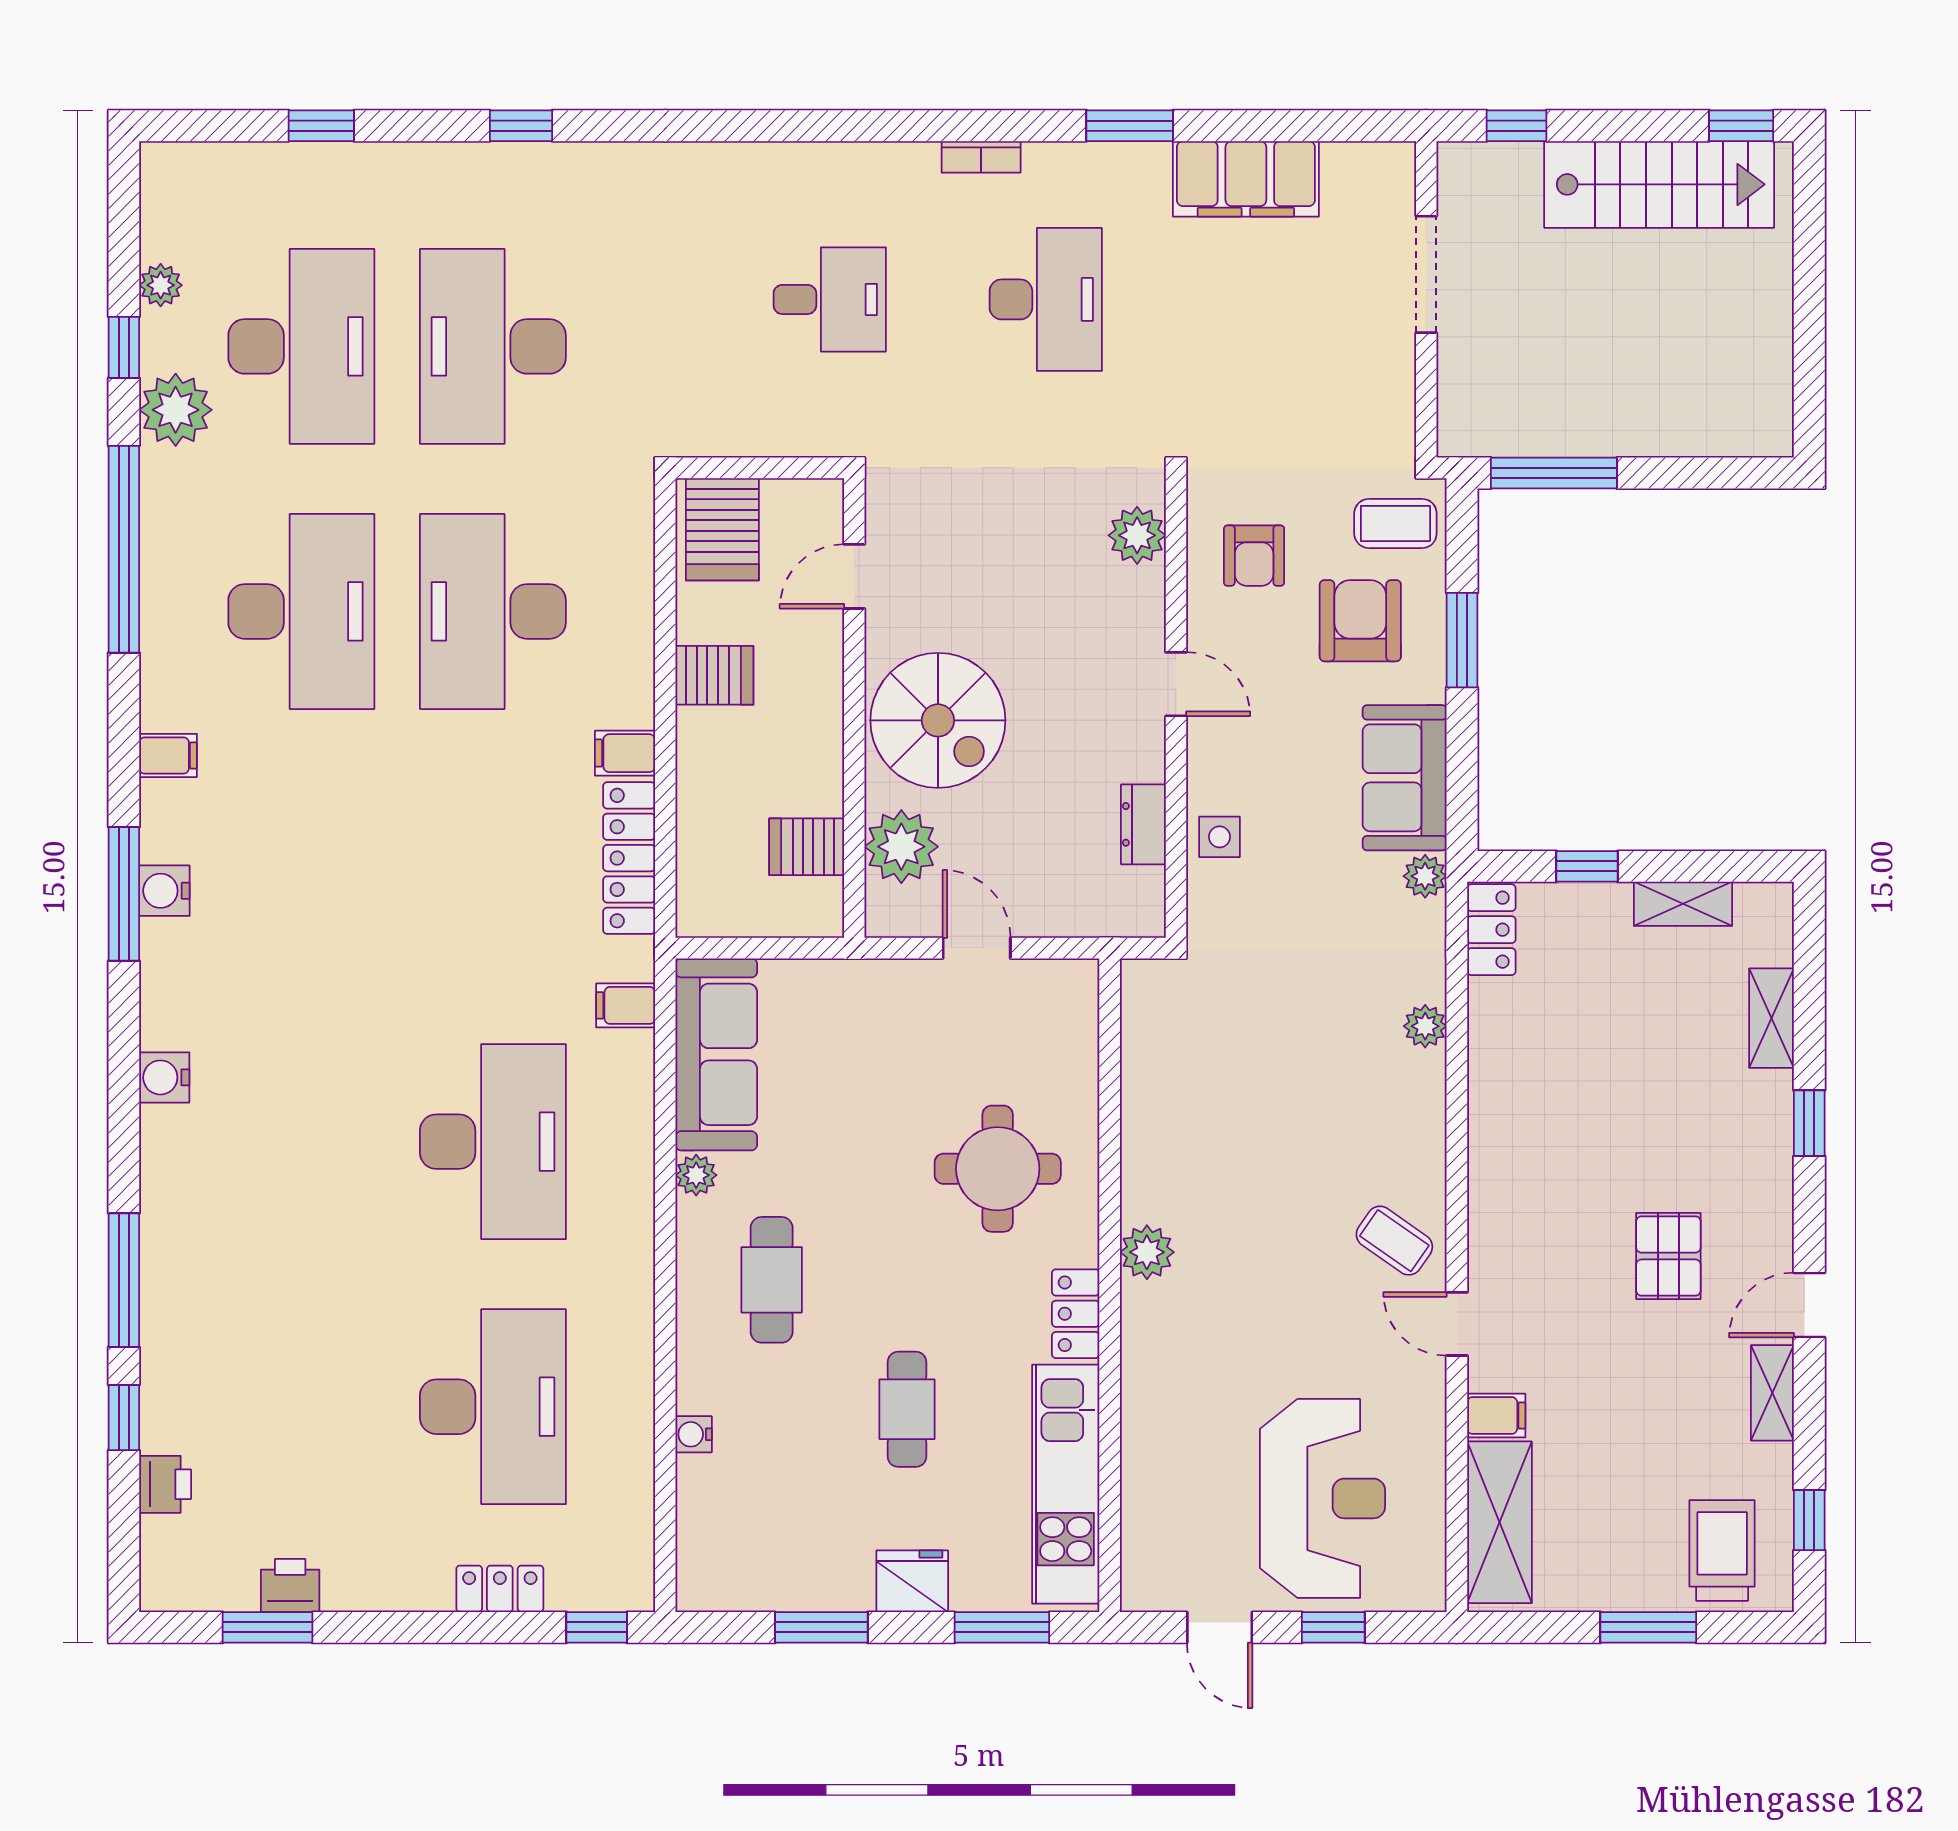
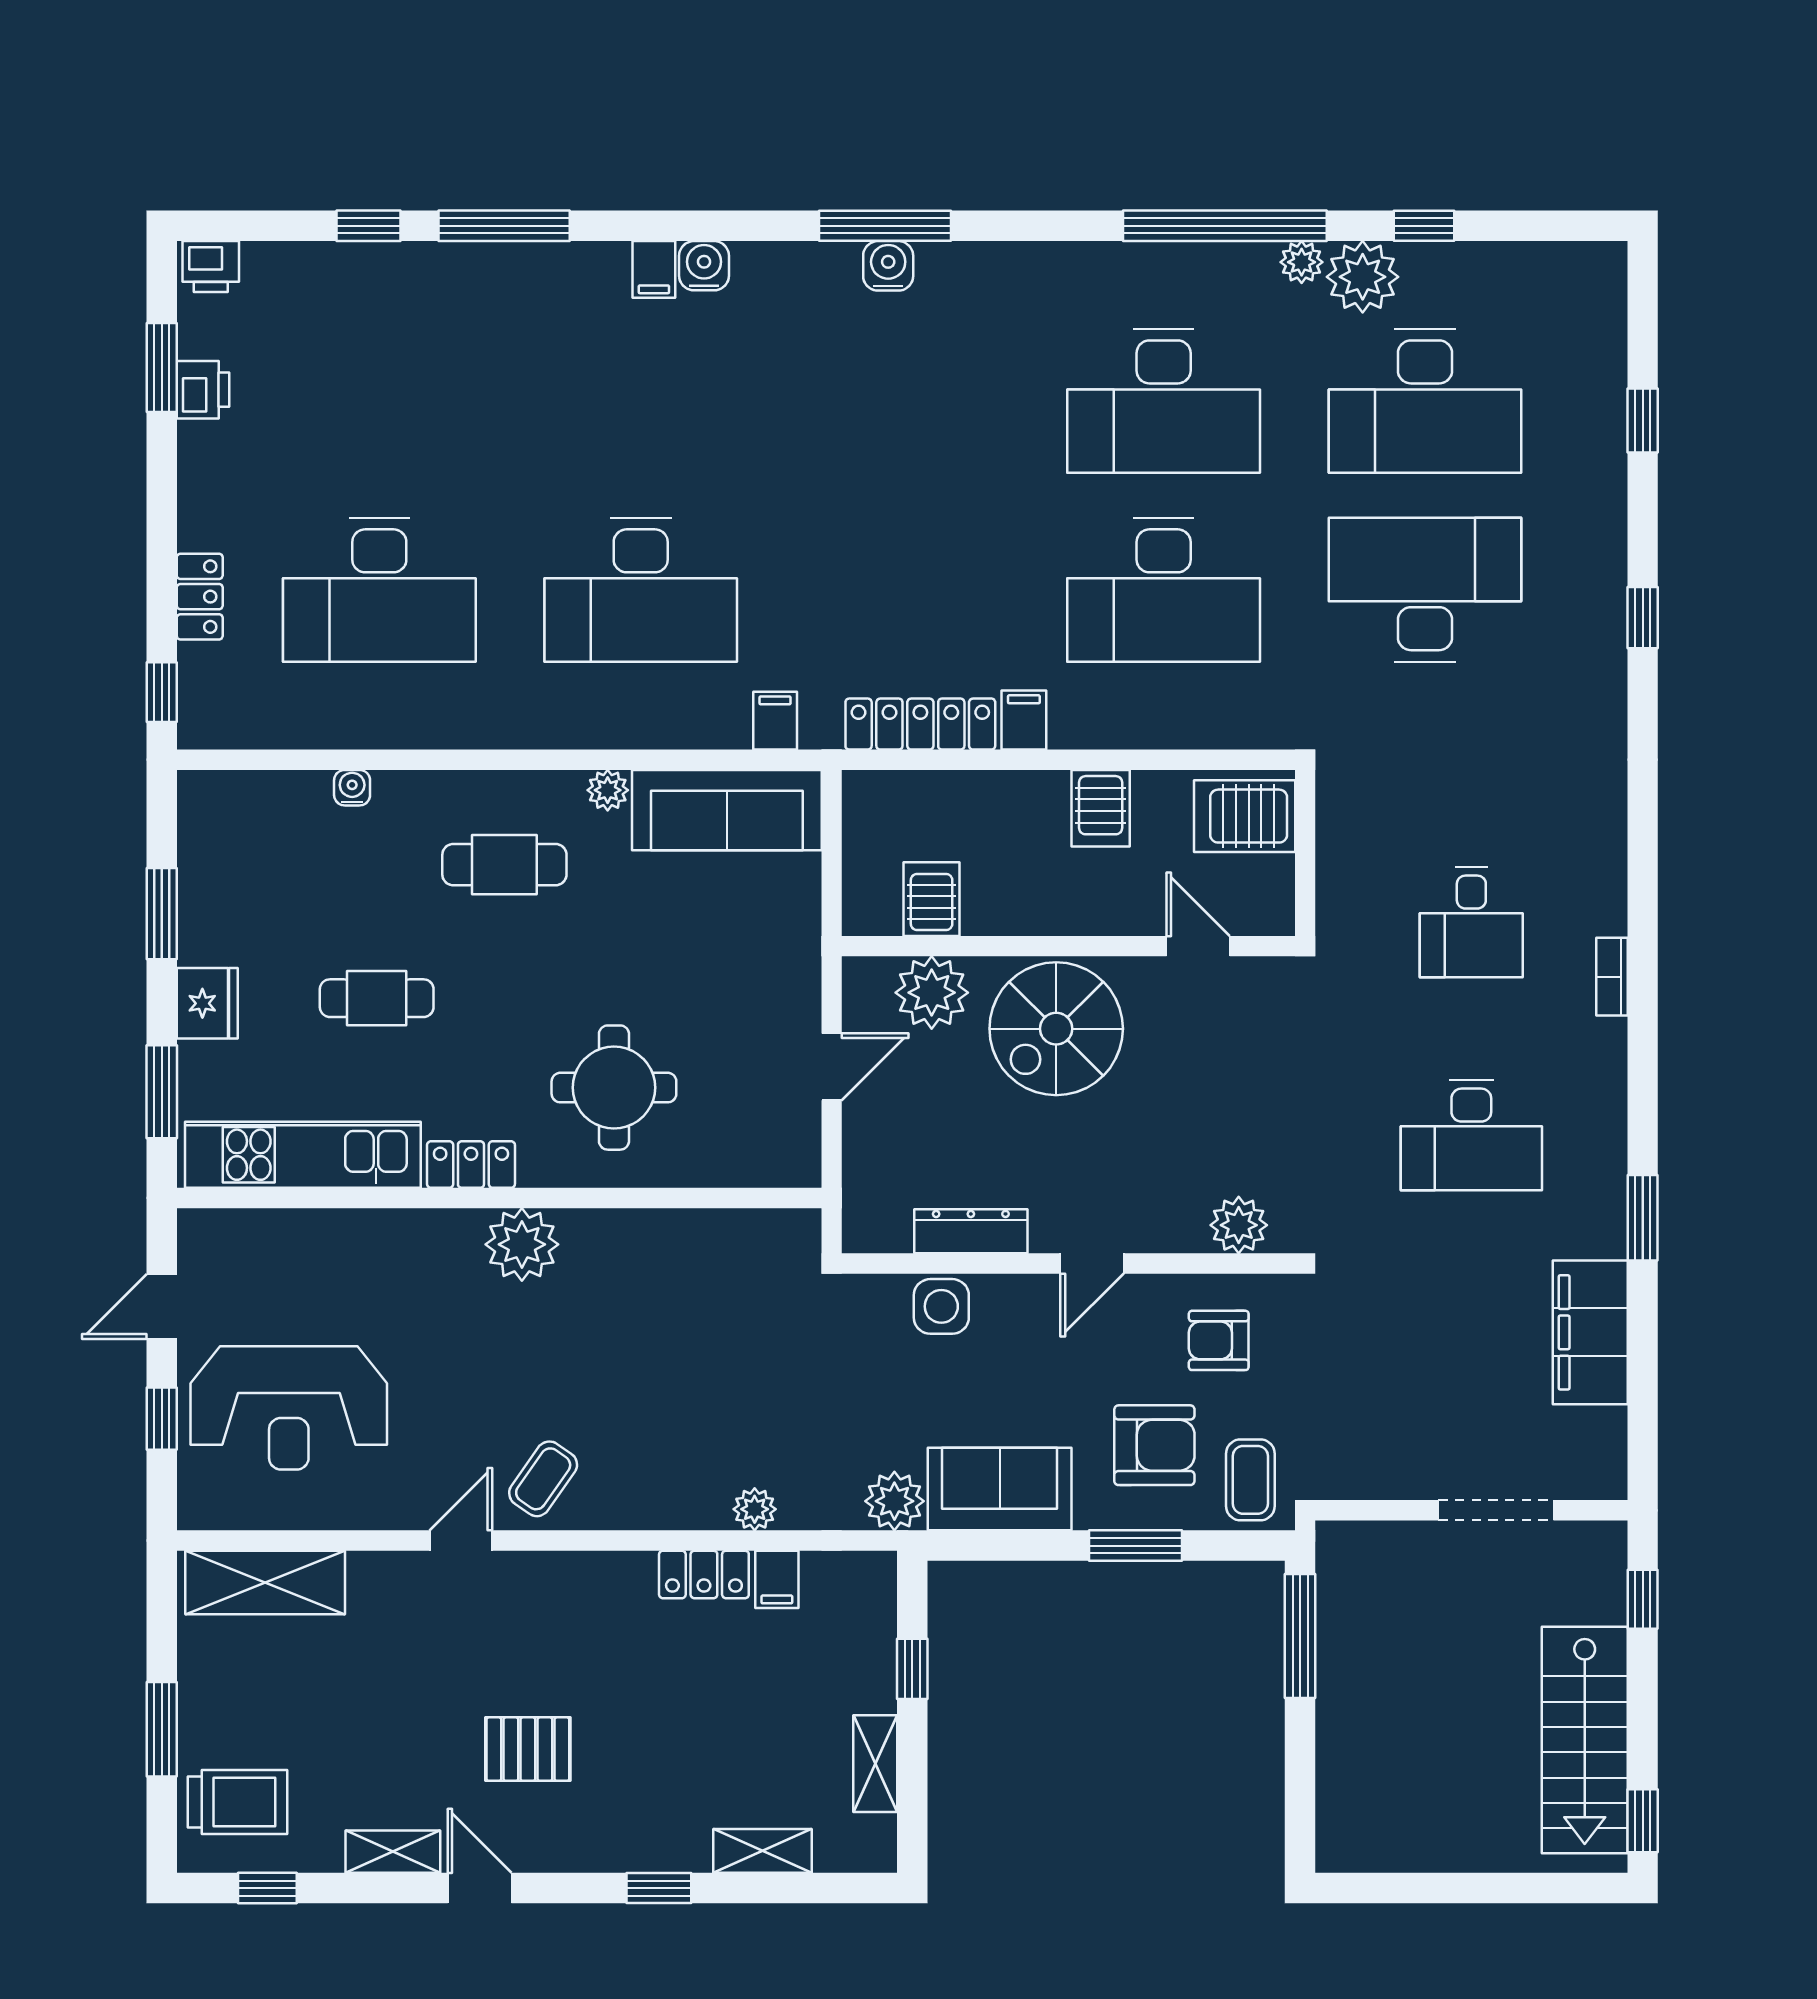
bookcase: (981, 157) -> (1612, 977), moved
plant: (161, 285) -> (1302, 262), moved
desk: (493, 611) -> (1164, 590), turned 180
filing cabinet: (168, 755) -> (654, 269), moved
dresser: (1143, 824) -> (971, 1231), width x1.44
side table: (1220, 837) -> (941, 1306), width x1.37, depth x1.37
plant: (1425, 876) -> (894, 1501), width x1.38, depth x1.38
locker: (1491, 930) -> (704, 1574), moved
plant: (1147, 1252) -> (522, 1244), width x1.36, depth x1.36
filing cabinet: (1496, 1416) -> (777, 1579), moved
printer: (165, 1484) -> (211, 266), moved

